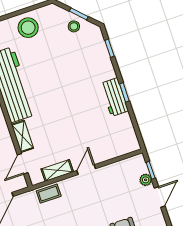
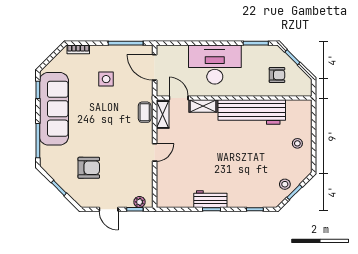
stool: (28, 28) -> (297, 143), width x0.53, depth x0.53
shelving: (57, 170) -> (163, 114), moved
door: (86, 170) -> (155, 152), hinge flipped
plant: (146, 180) -> (140, 202), moved

